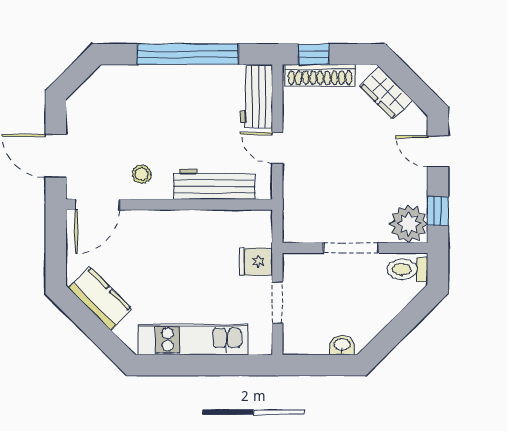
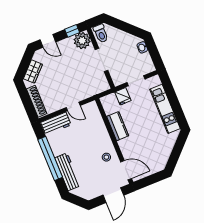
window: (314, 54) -> (29, 107), removed
door: (277, 148) -> (73, 107), hinge flipped
door: (438, 151) -> (48, 41), hinge flipped
workbench: (214, 184) -> (68, 172), moved, turned 180
kitchen counter: (100, 298) -> (118, 126), moved, turned 135

